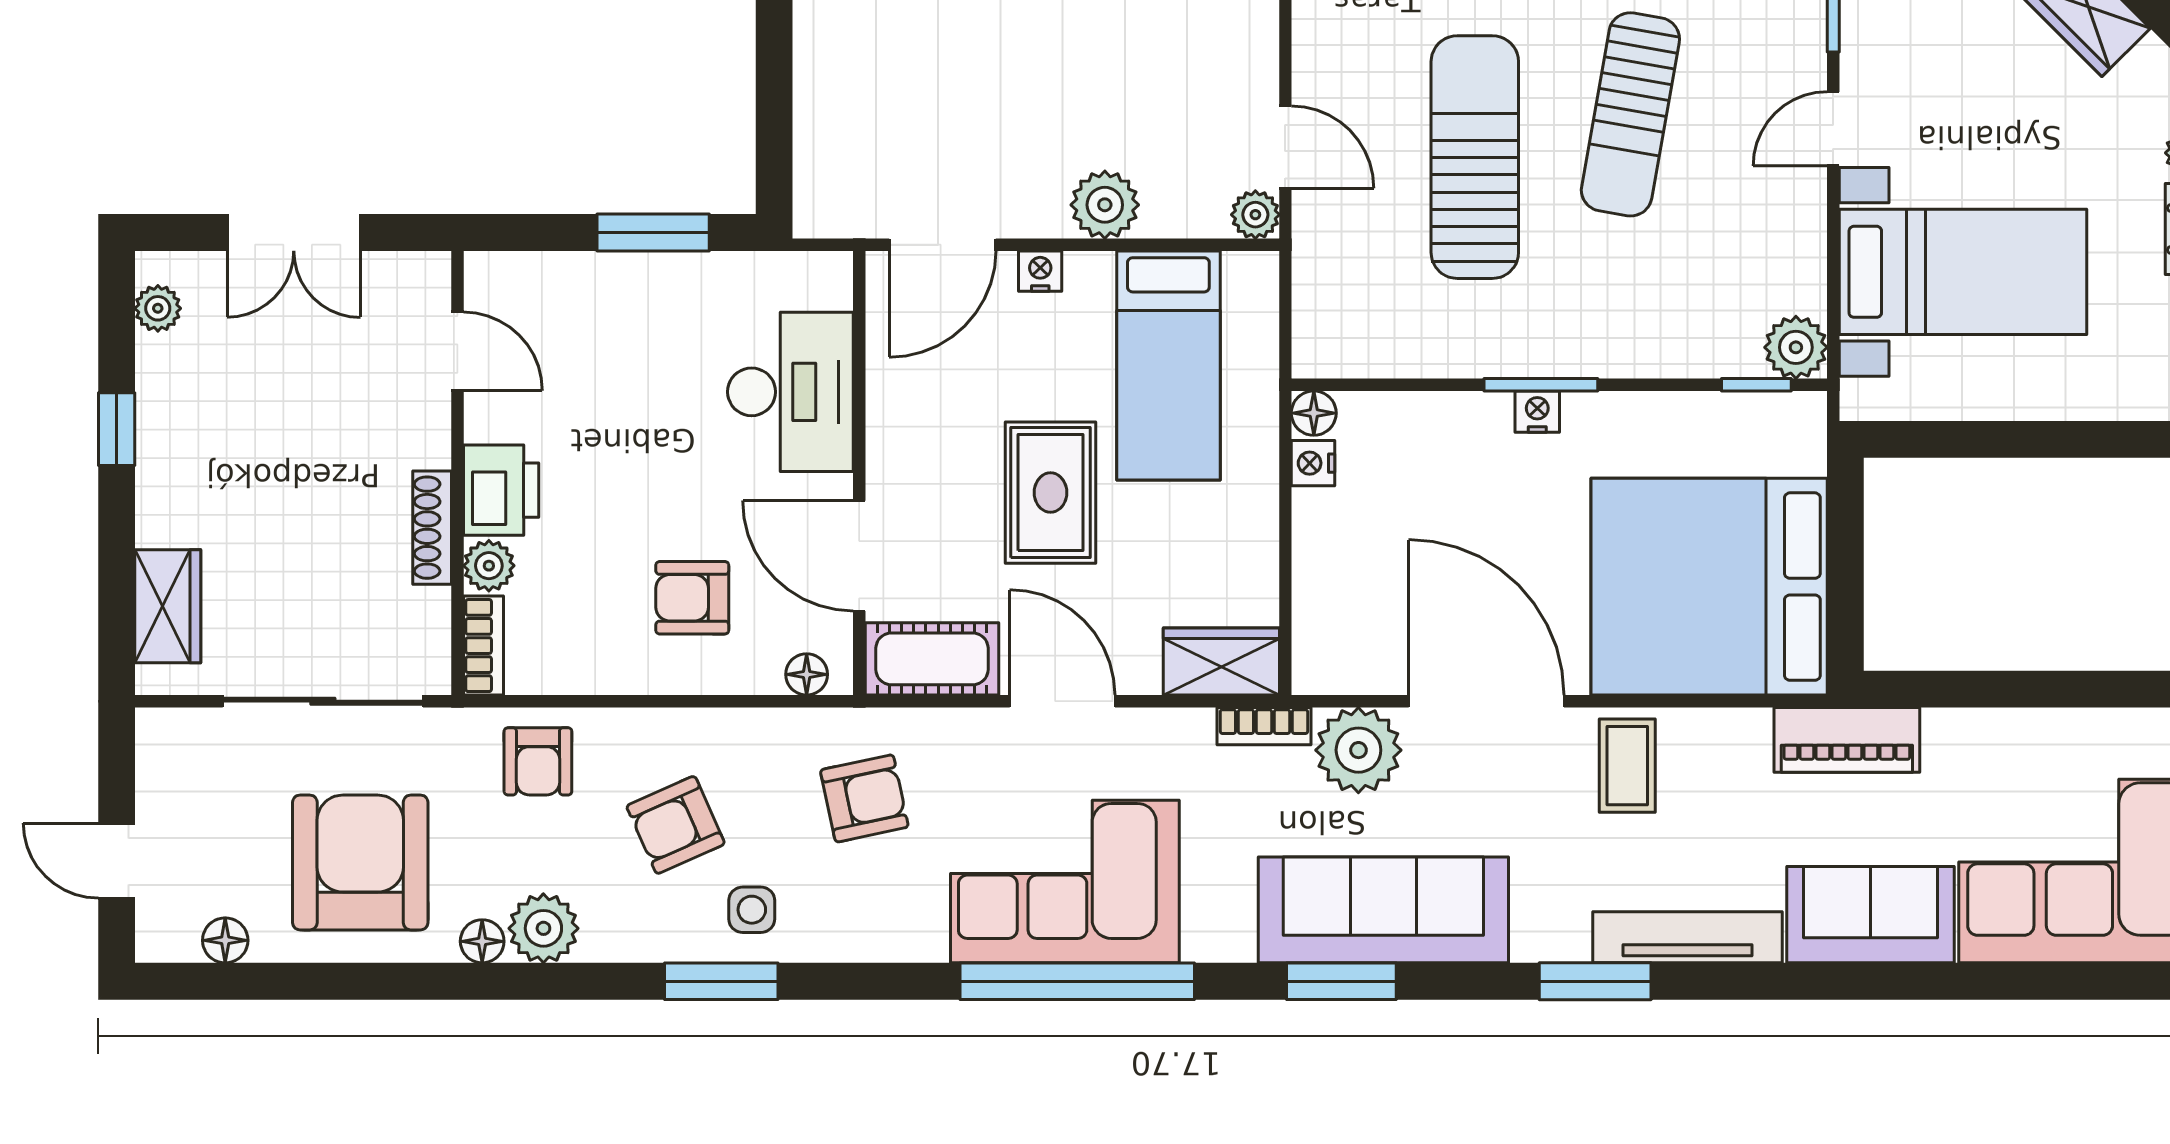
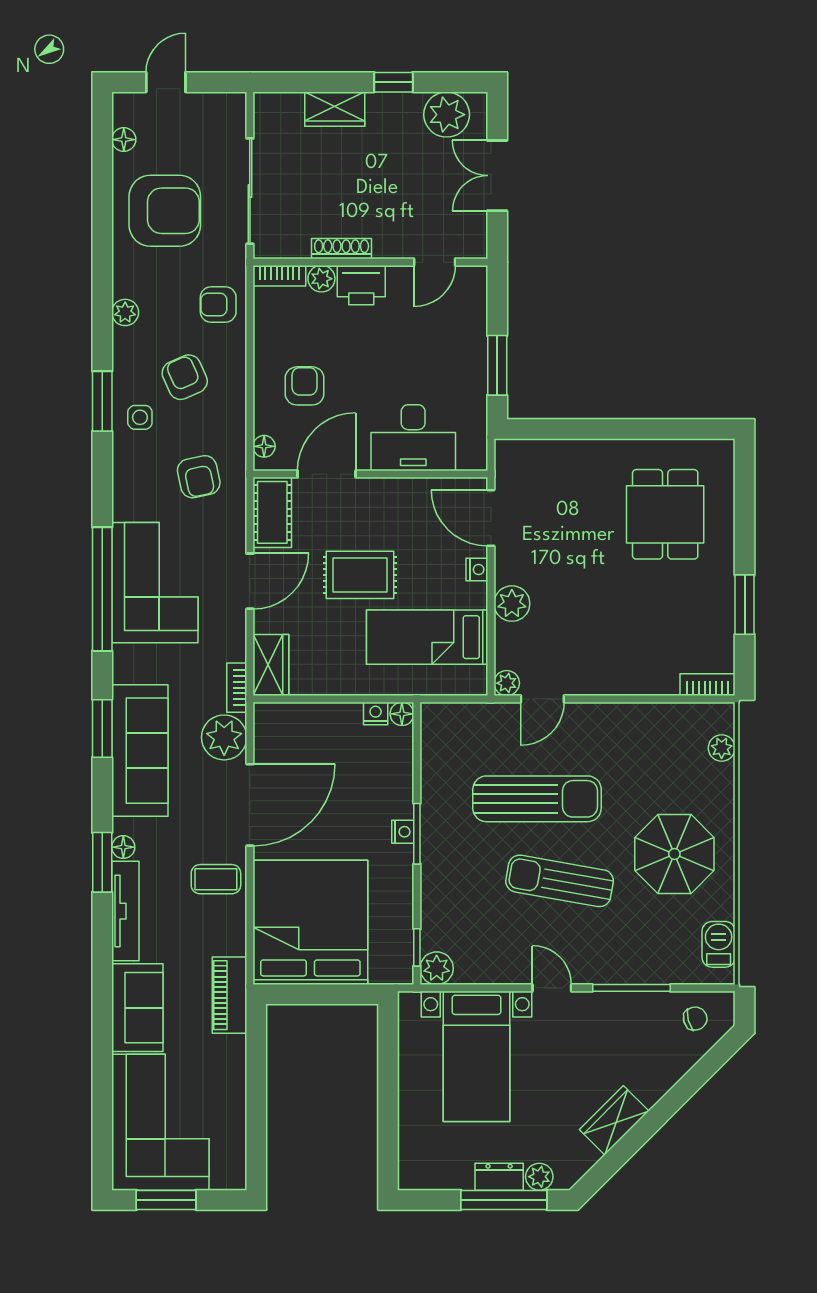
plant: (158, 308) -> (447, 115), width x1.88, depth x1.88
wardrobe: (168, 606) -> (335, 109), moved
plant: (543, 928) -> (125, 312), width x0.73, depth x0.73
floor lamp: (482, 941) -> (123, 847), moved

